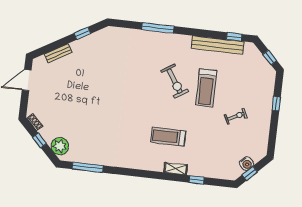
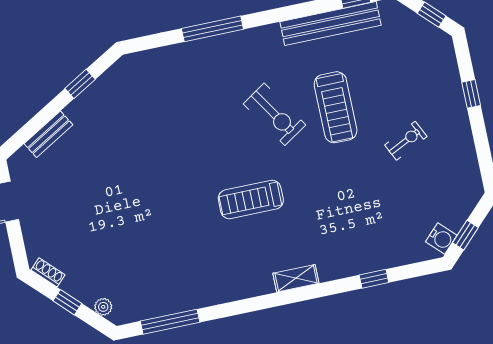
treadmill: (168, 137) -> (251, 199), moved
plant: (60, 146) -> (103, 307), width x0.53, depth x0.53
water cooler: (246, 164) -> (441, 238), moved
shelving: (176, 169) -> (296, 278), moved

